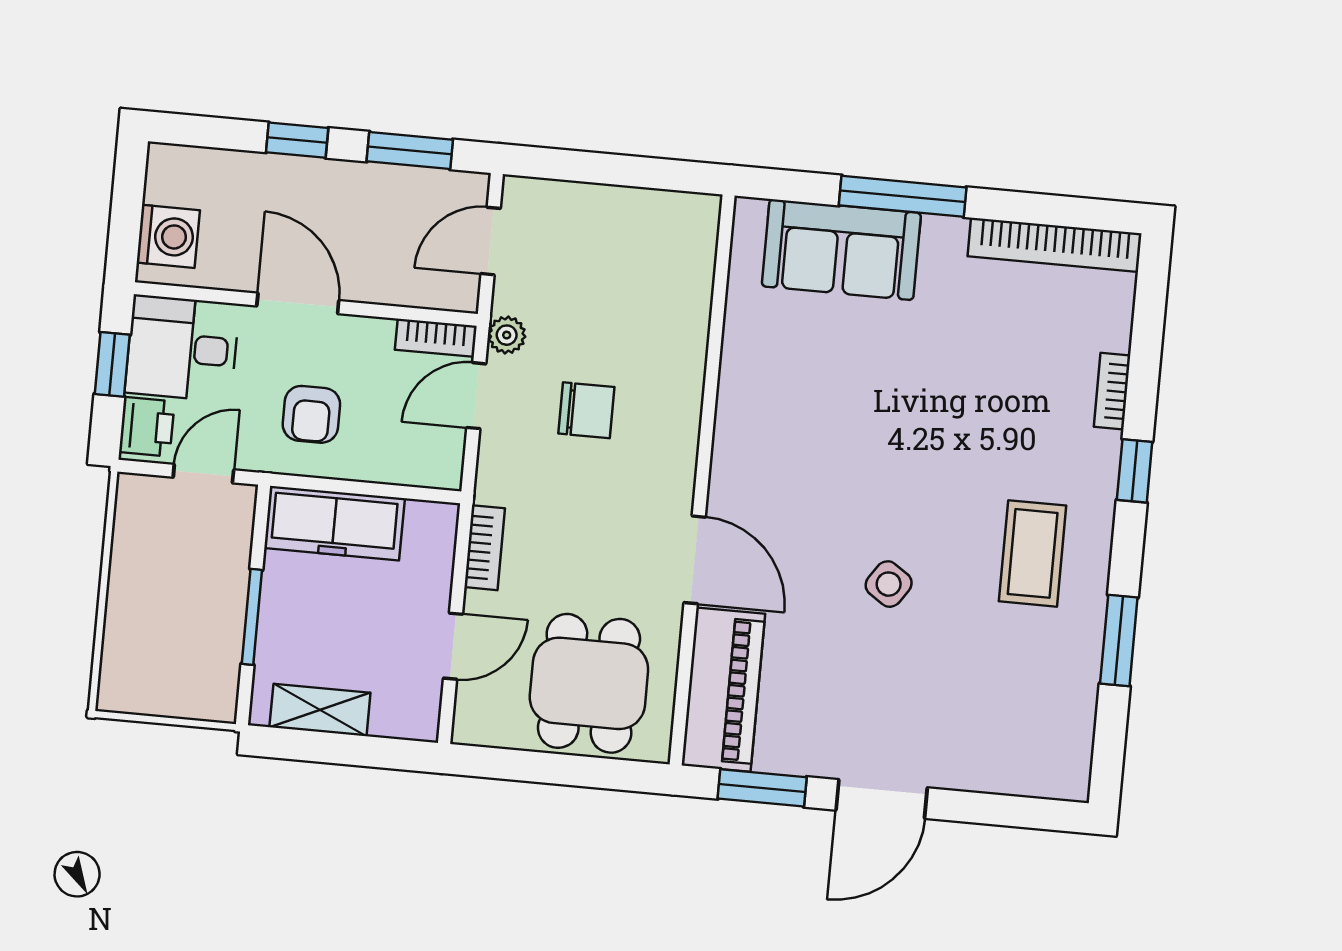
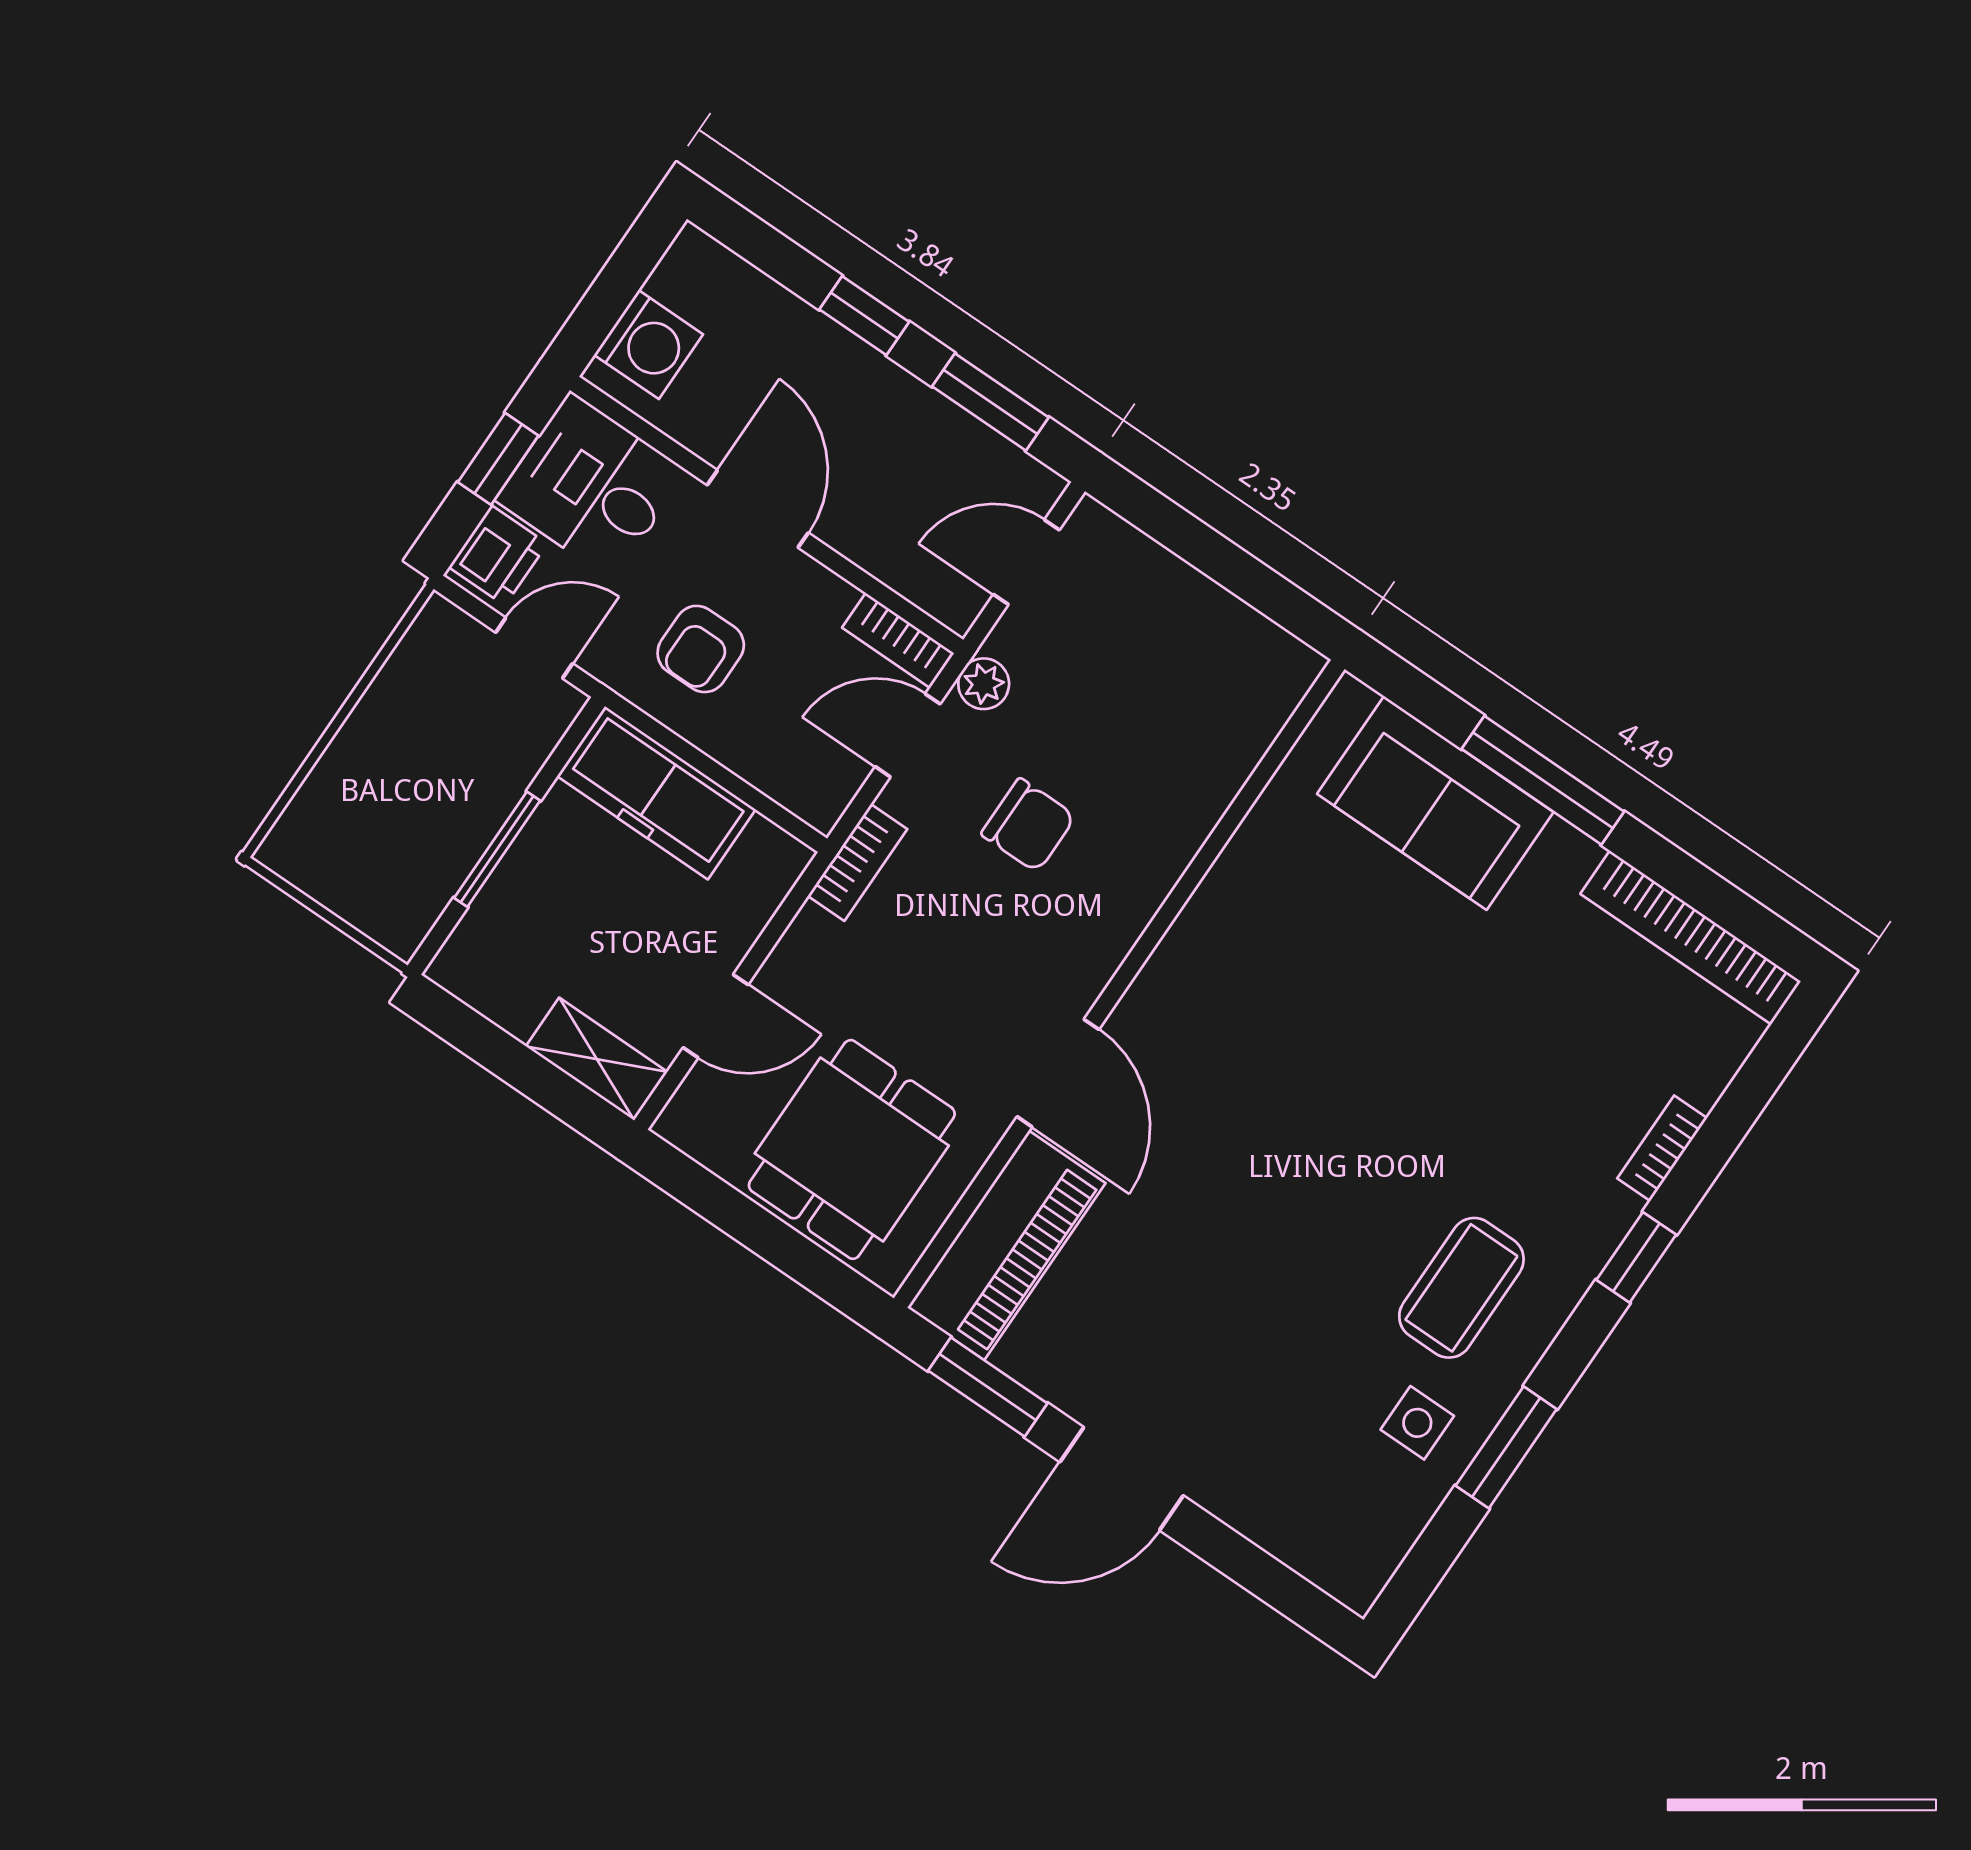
bookcase: (485, 548) -> (858, 862), moved
side table: (889, 584) -> (1417, 1423), moved, turned -34
shelving: (320, 710) -> (597, 1059), moved

